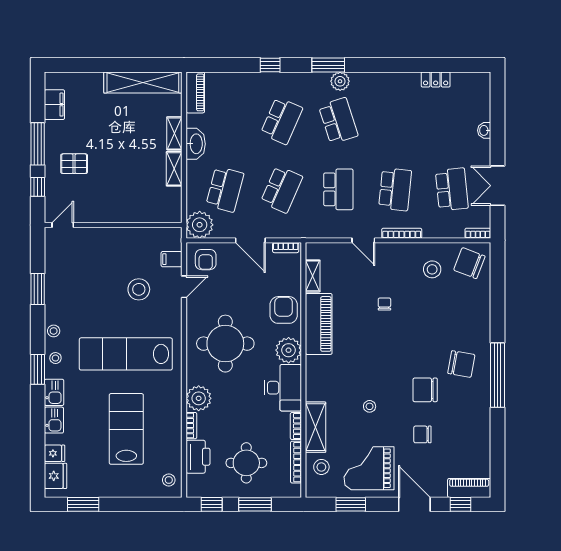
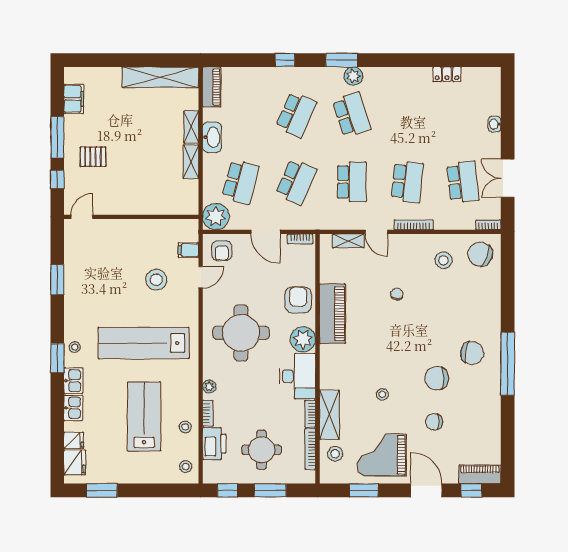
shelving: (313, 276) -> (348, 241), moved, turned 90
stool: (54, 331) -> (185, 427), moved
plant: (199, 398) -> (209, 387), width x0.53, depth x0.53

